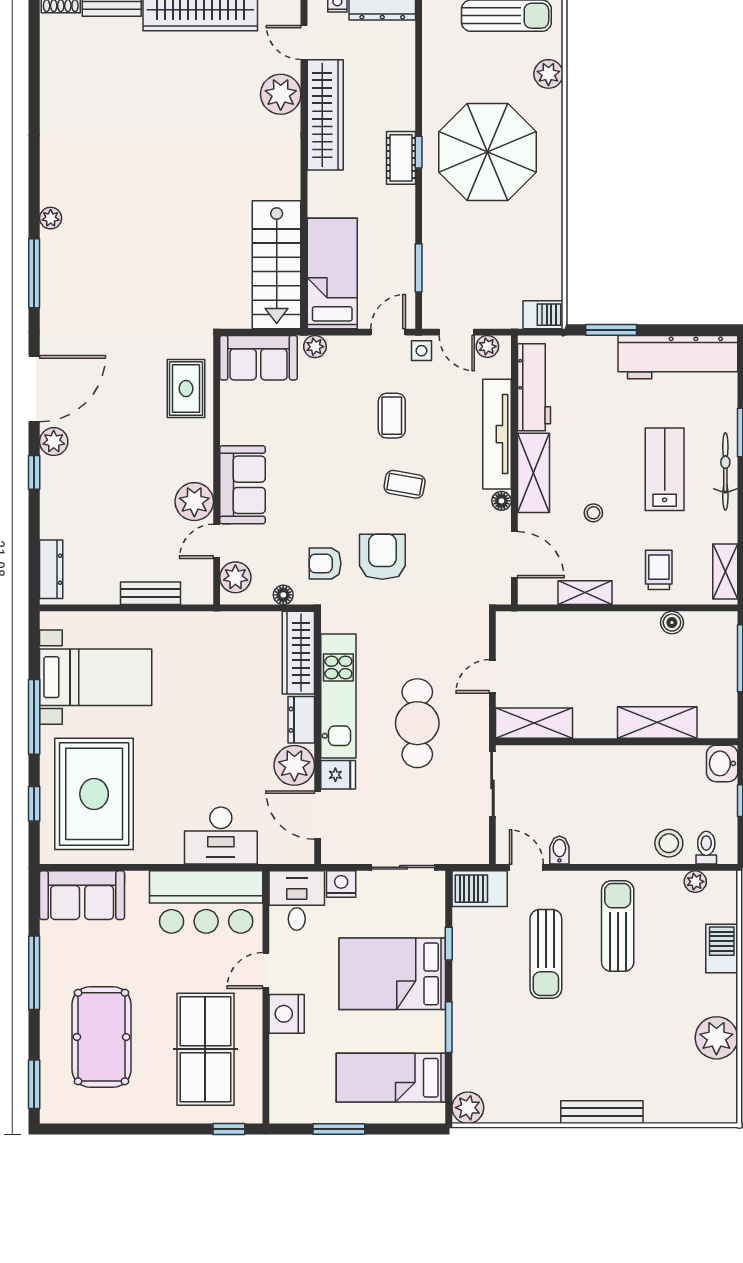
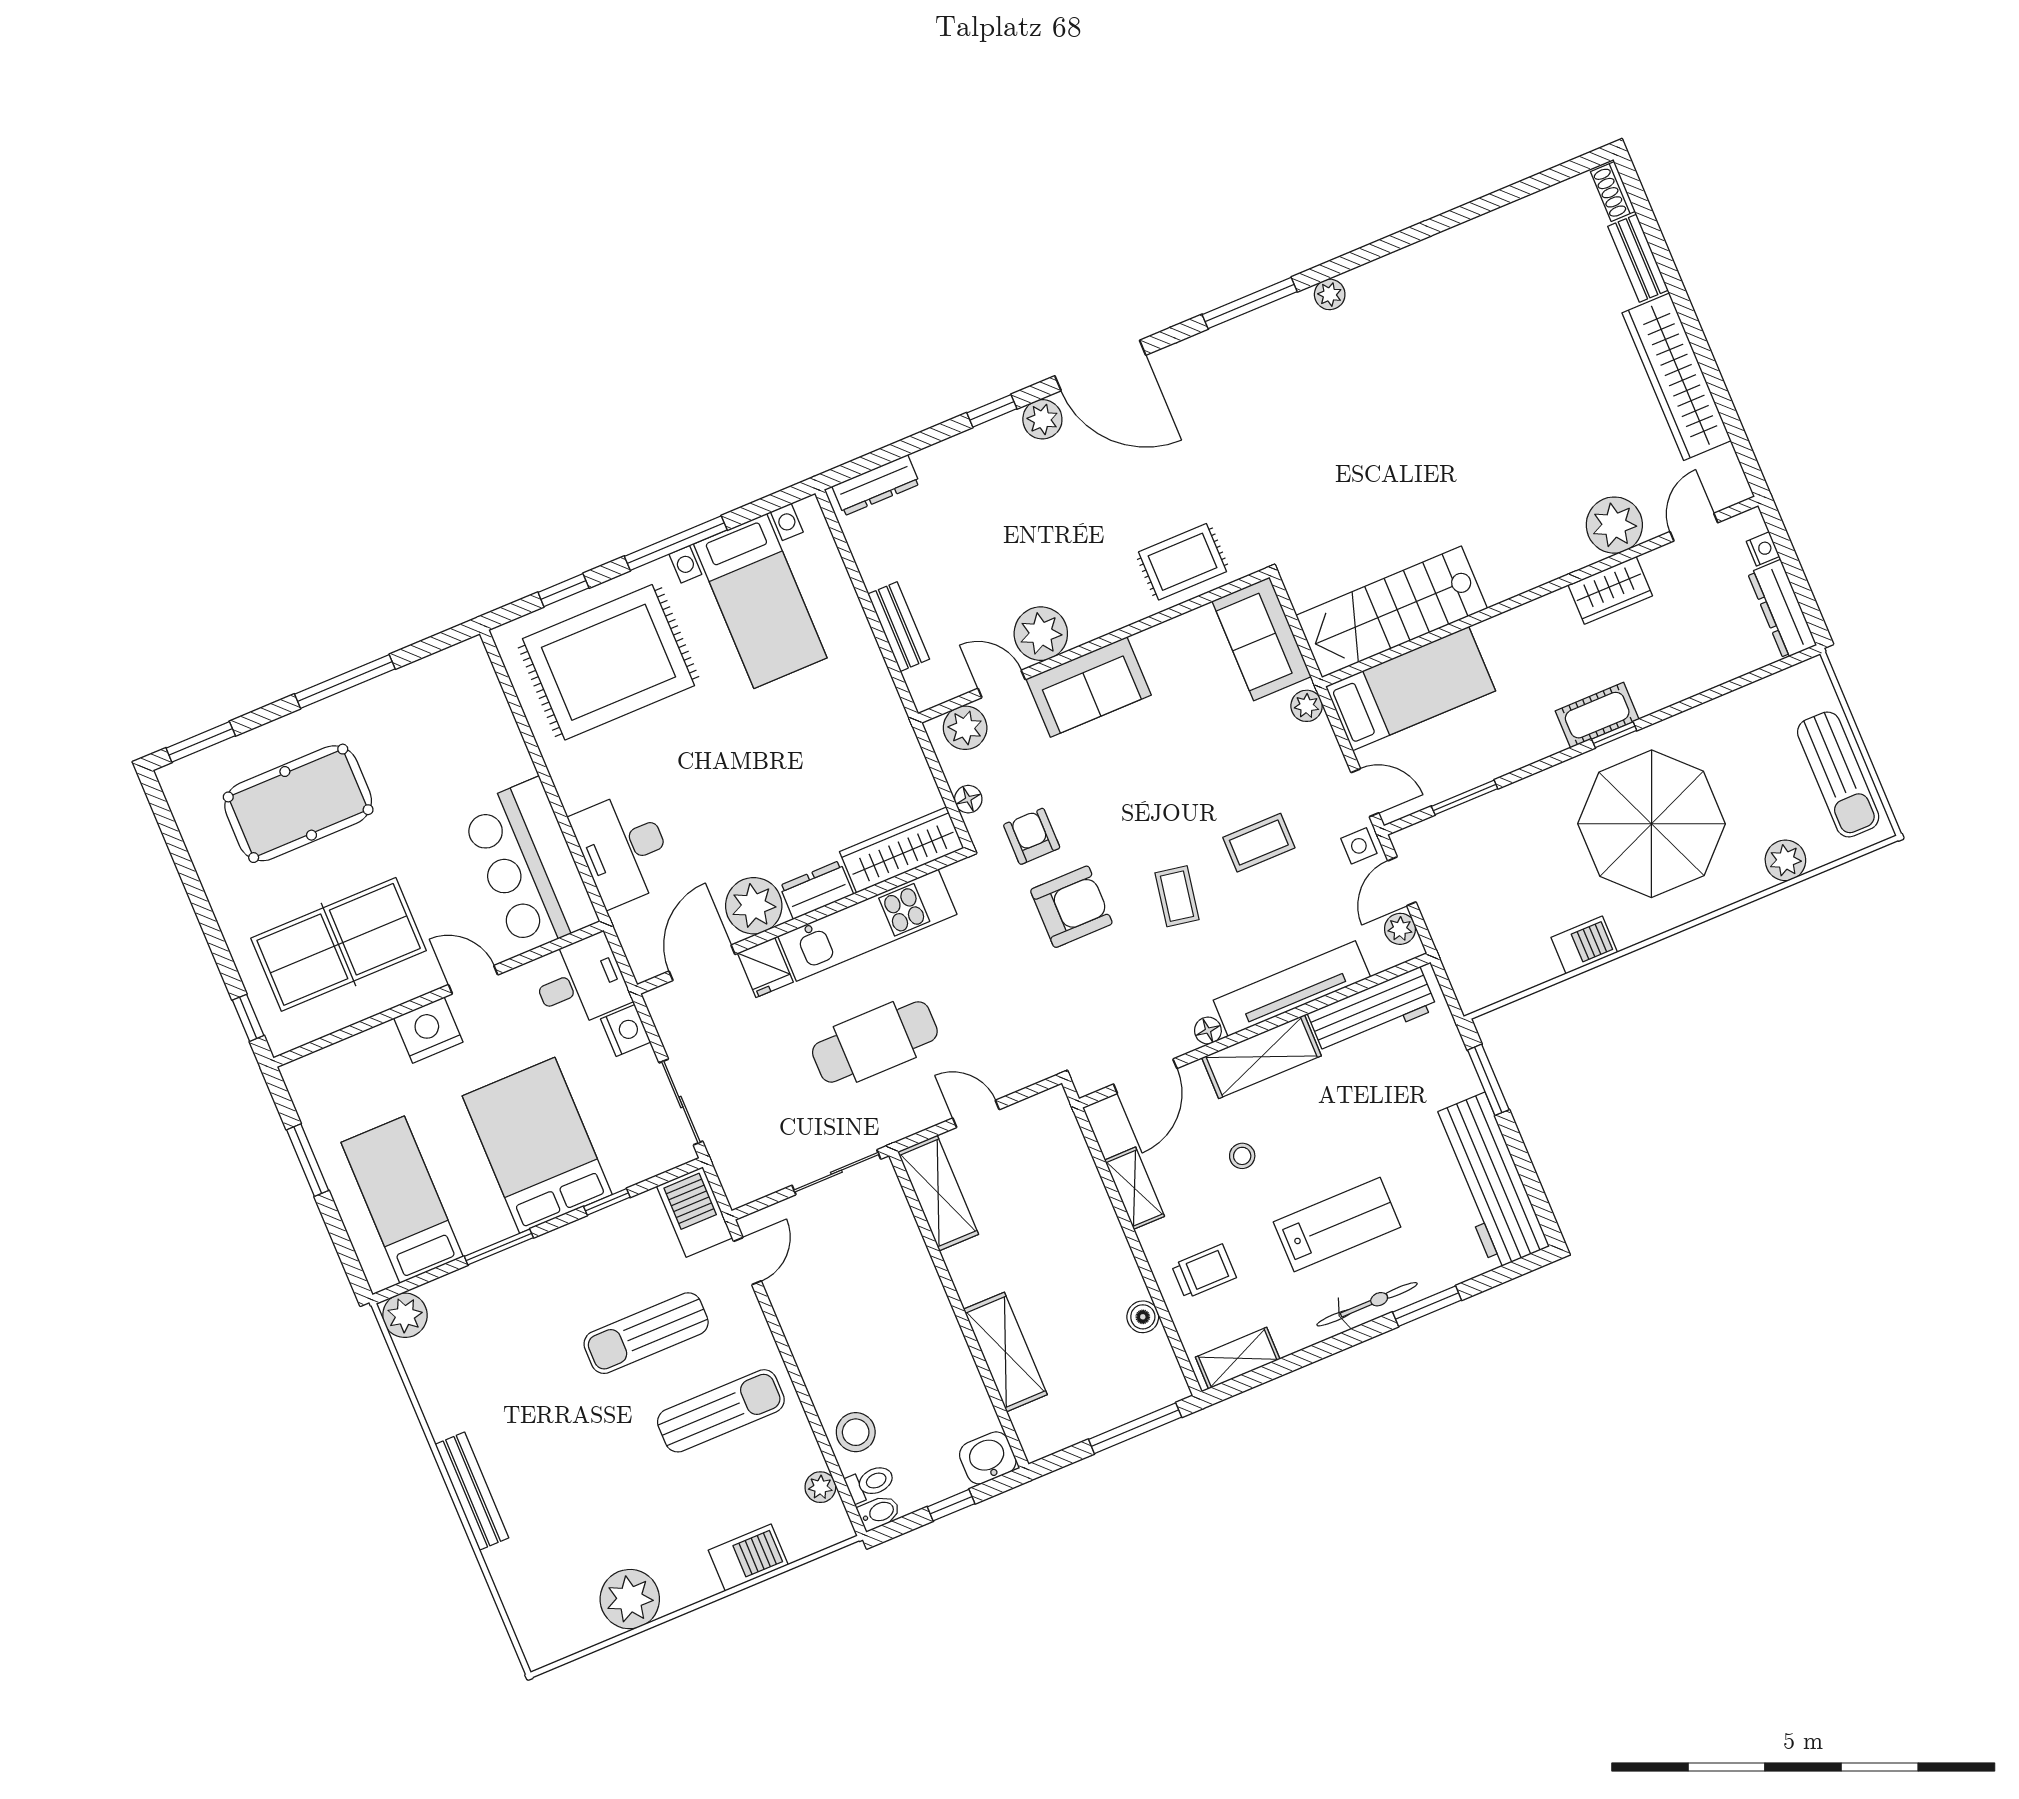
wardrobe: (325, 115) -> (1610, 590), width x0.48, depth x0.85
barbecue: (543, 315) -> (1584, 945), moved, turned -90
bidet: (559, 850) -> (879, 1513), moved
sofa: (82, 895) -> (471, 701), removed

